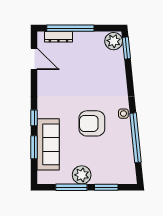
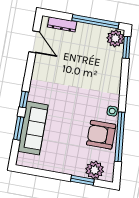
window: (70, 28) -> (95, 22), moved
armchair: (92, 123) -> (101, 135), moved
plant: (82, 175) -> (95, 170), moved
window: (71, 187) -> (48, 174), removed

